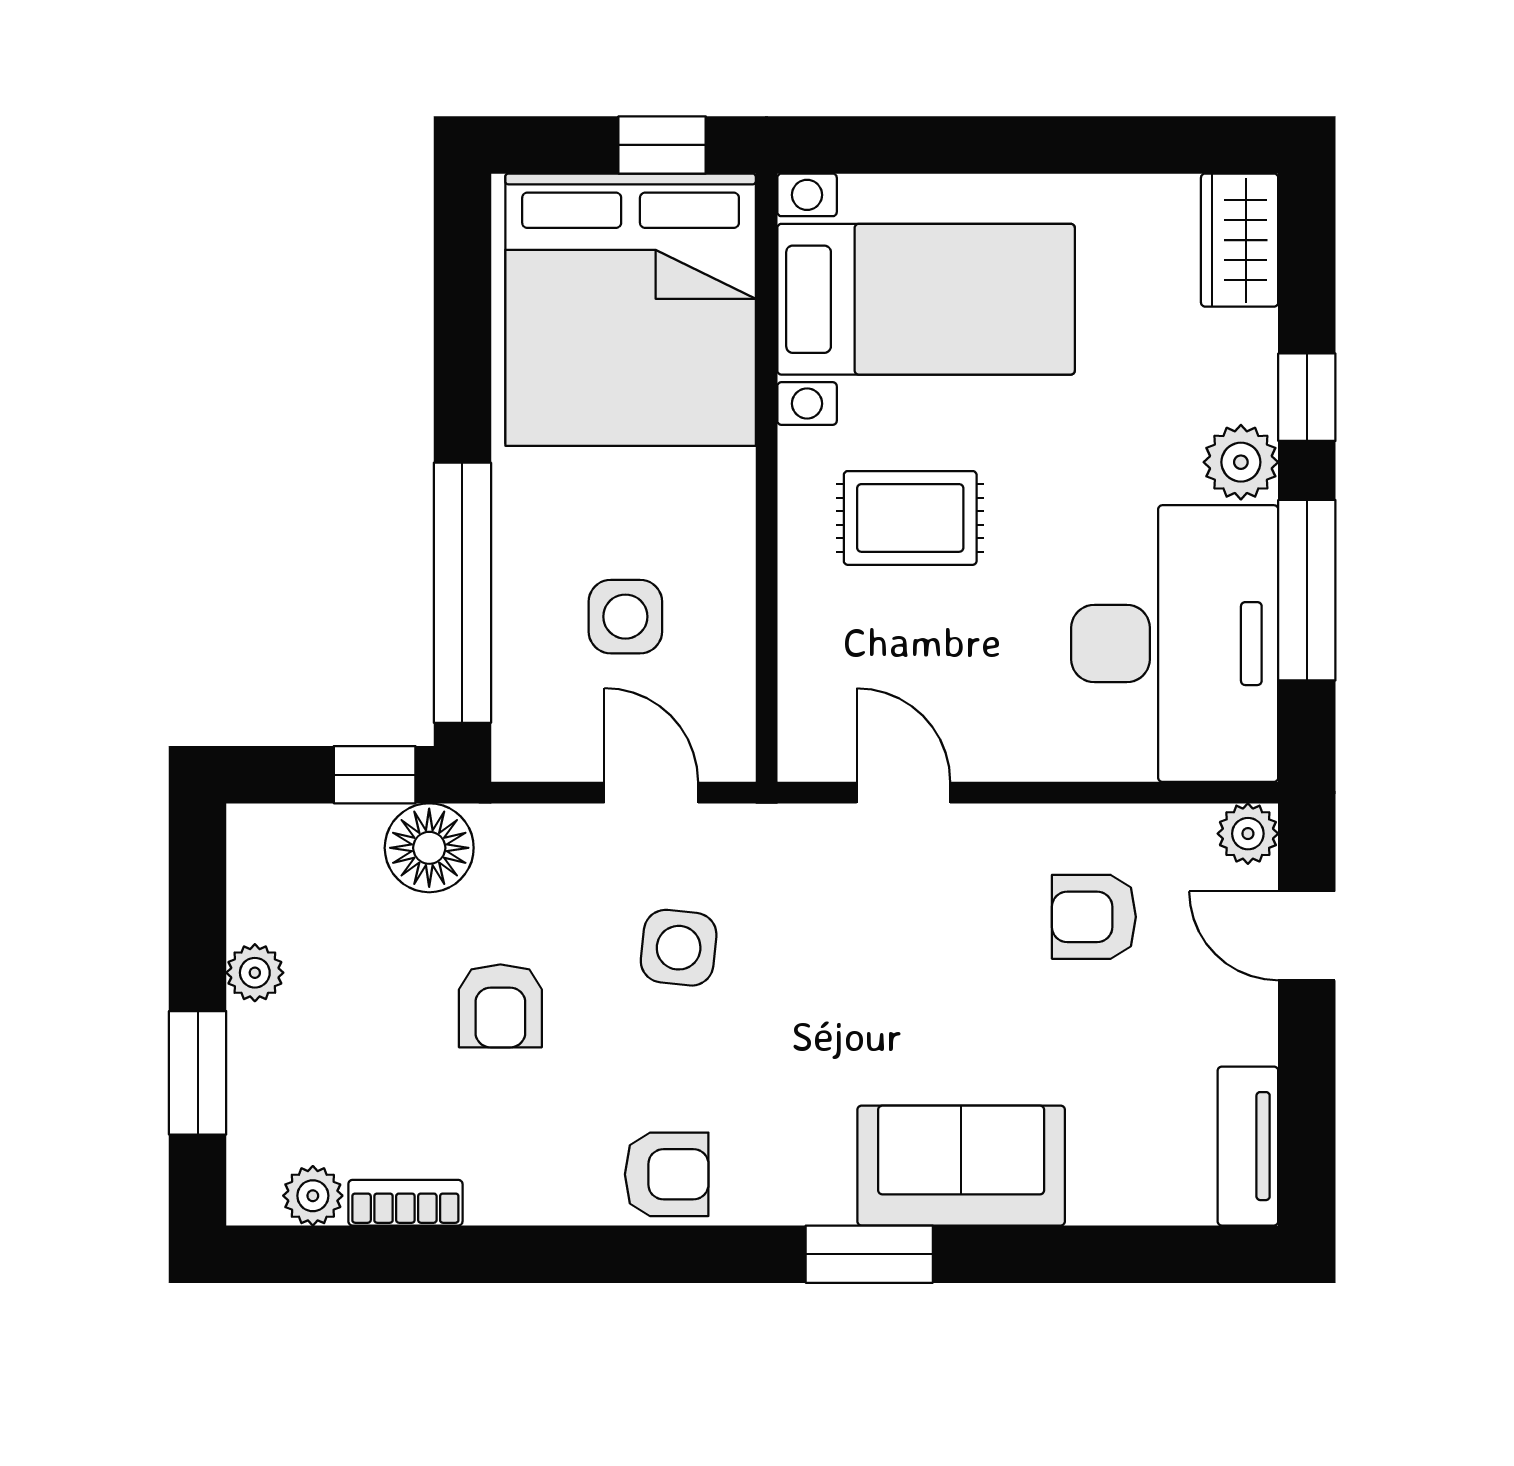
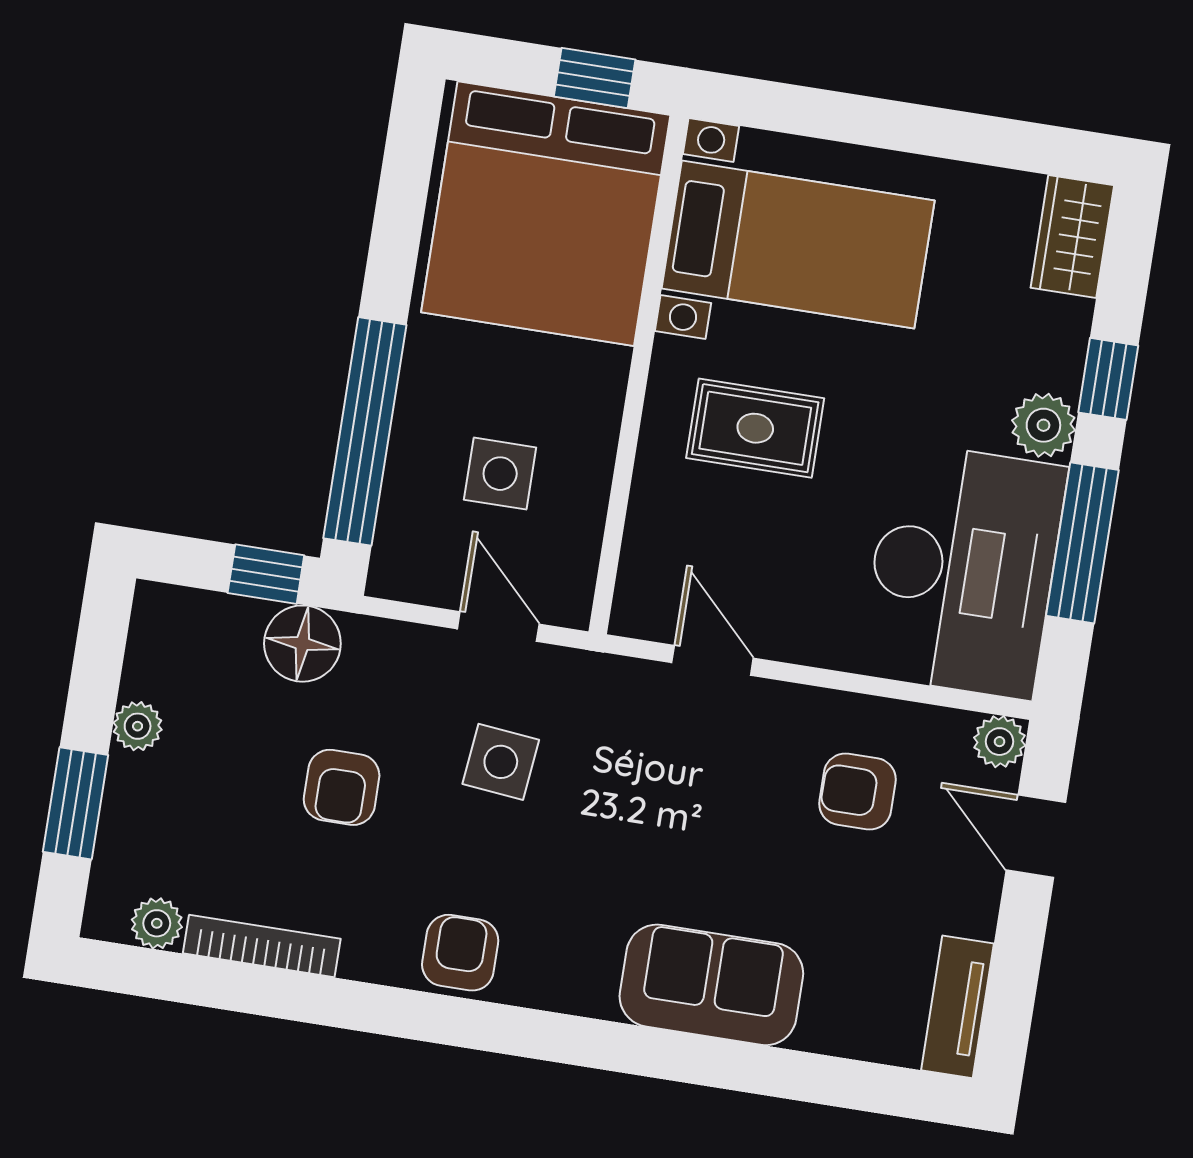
armchair: (667, 1174) -> (460, 953), turned -90
bookcase: (405, 1203) -> (262, 946), width x1.56
window: (869, 1254) -> (621, 1048), removed

